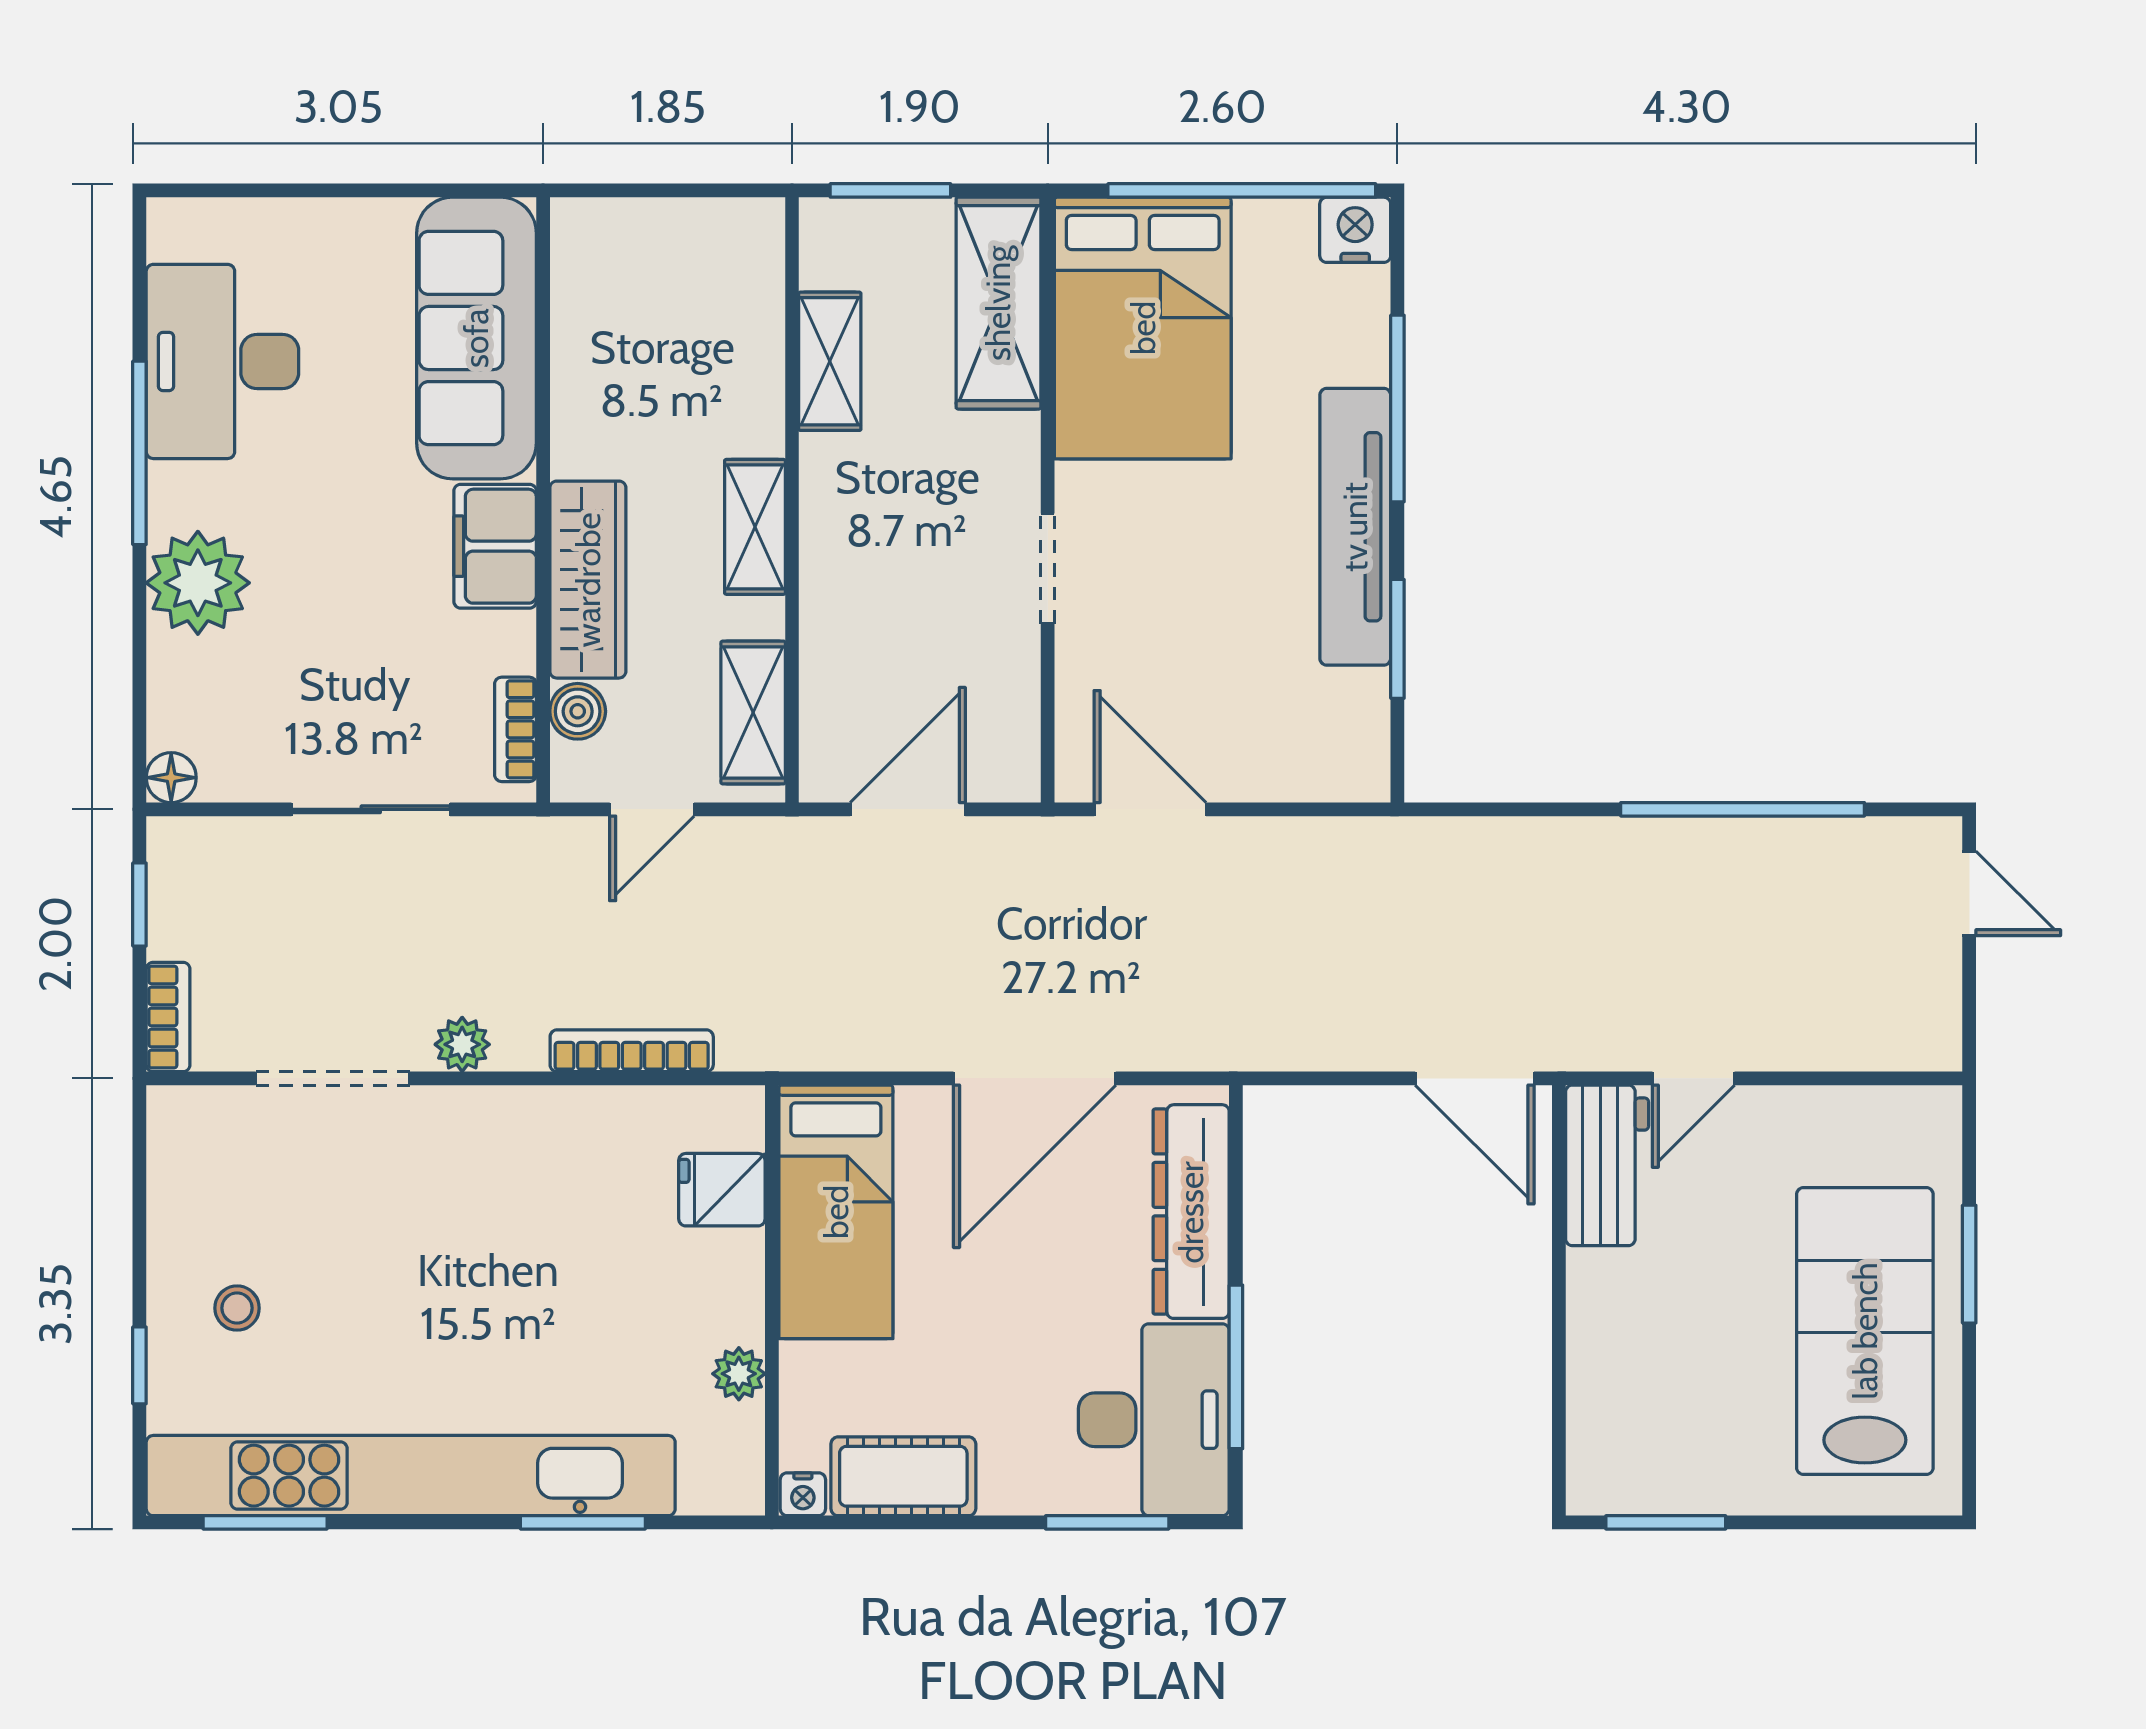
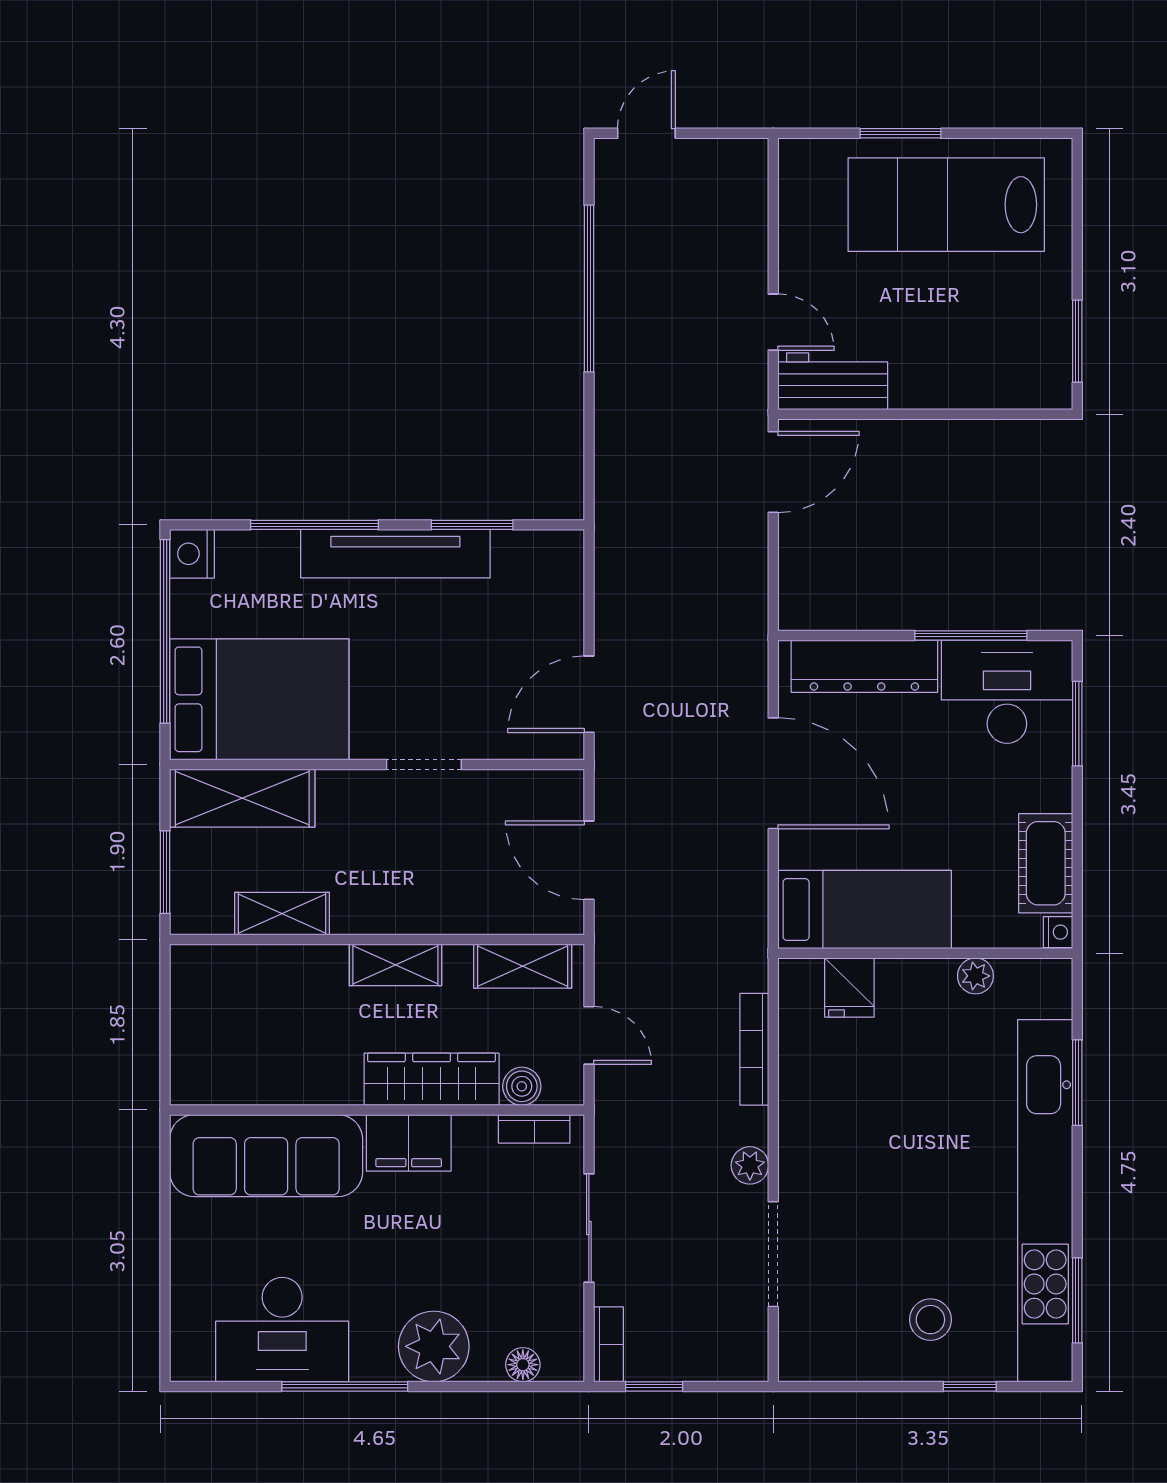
floor lamp: (171, 778) -> (523, 1365), moved
bookcase: (168, 1017) -> (609, 1344), moved, turned 90
stool: (237, 1308) -> (930, 1320), width x1.37, depth x1.37

